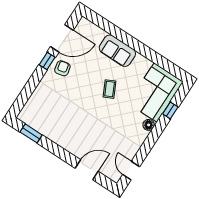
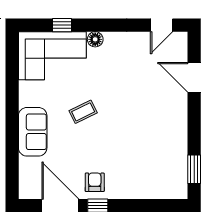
armchair: (62, 68) -> (95, 182), turned 102

